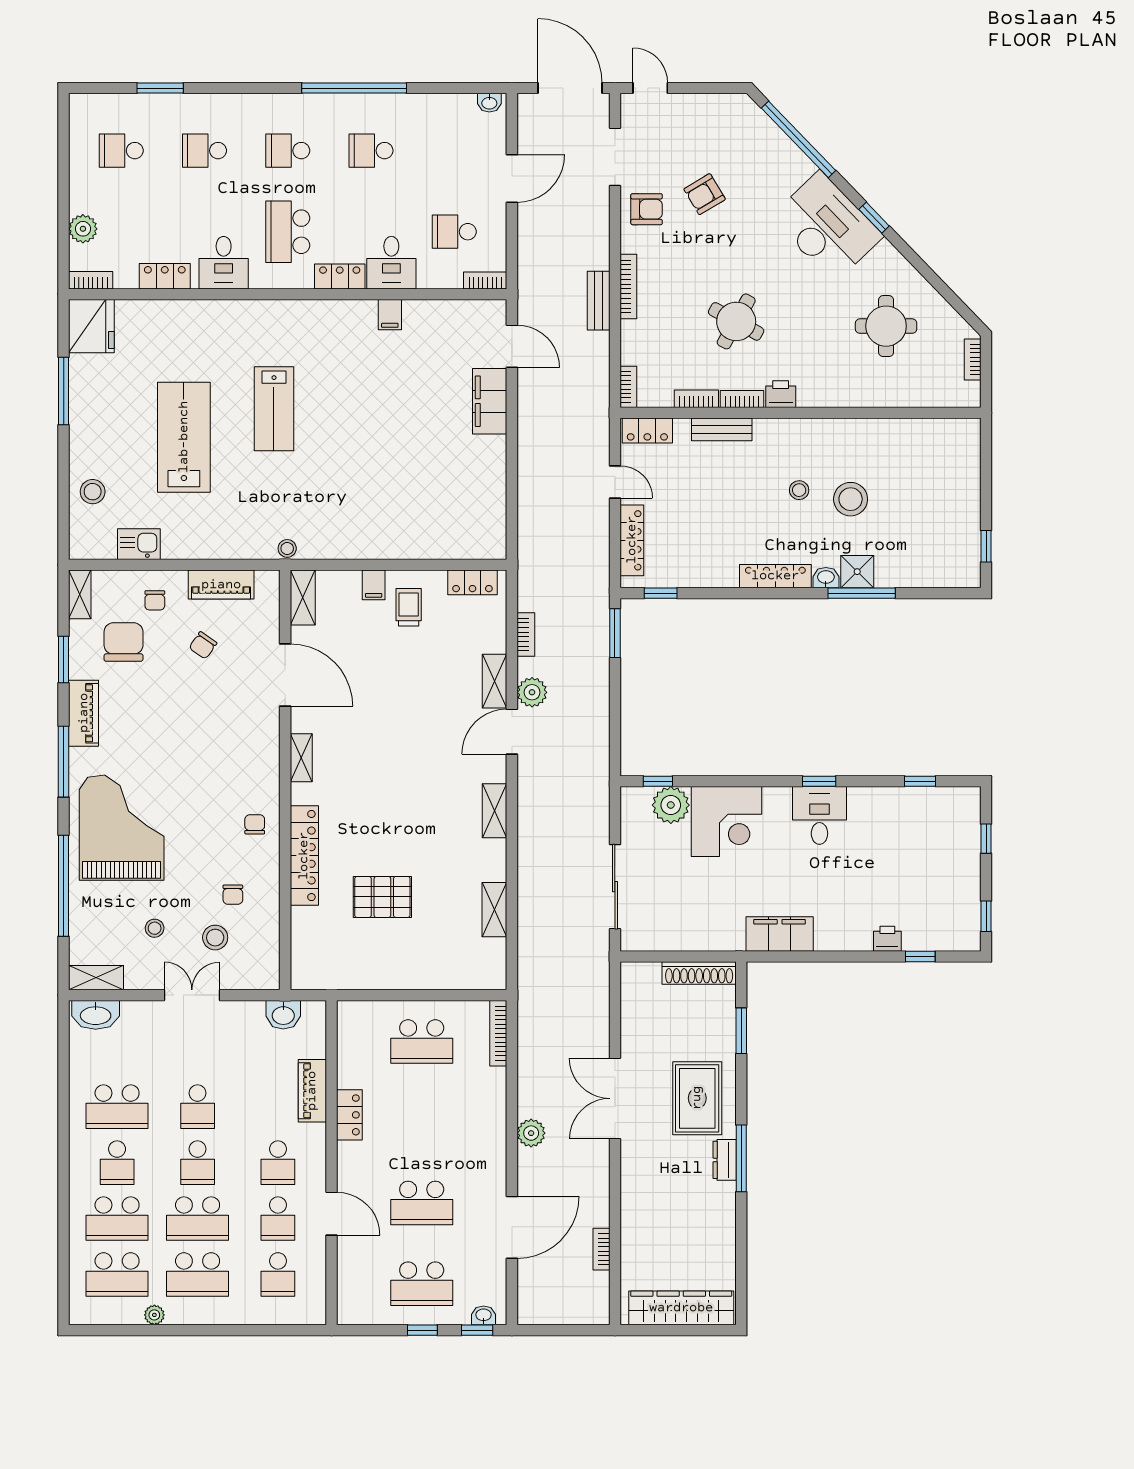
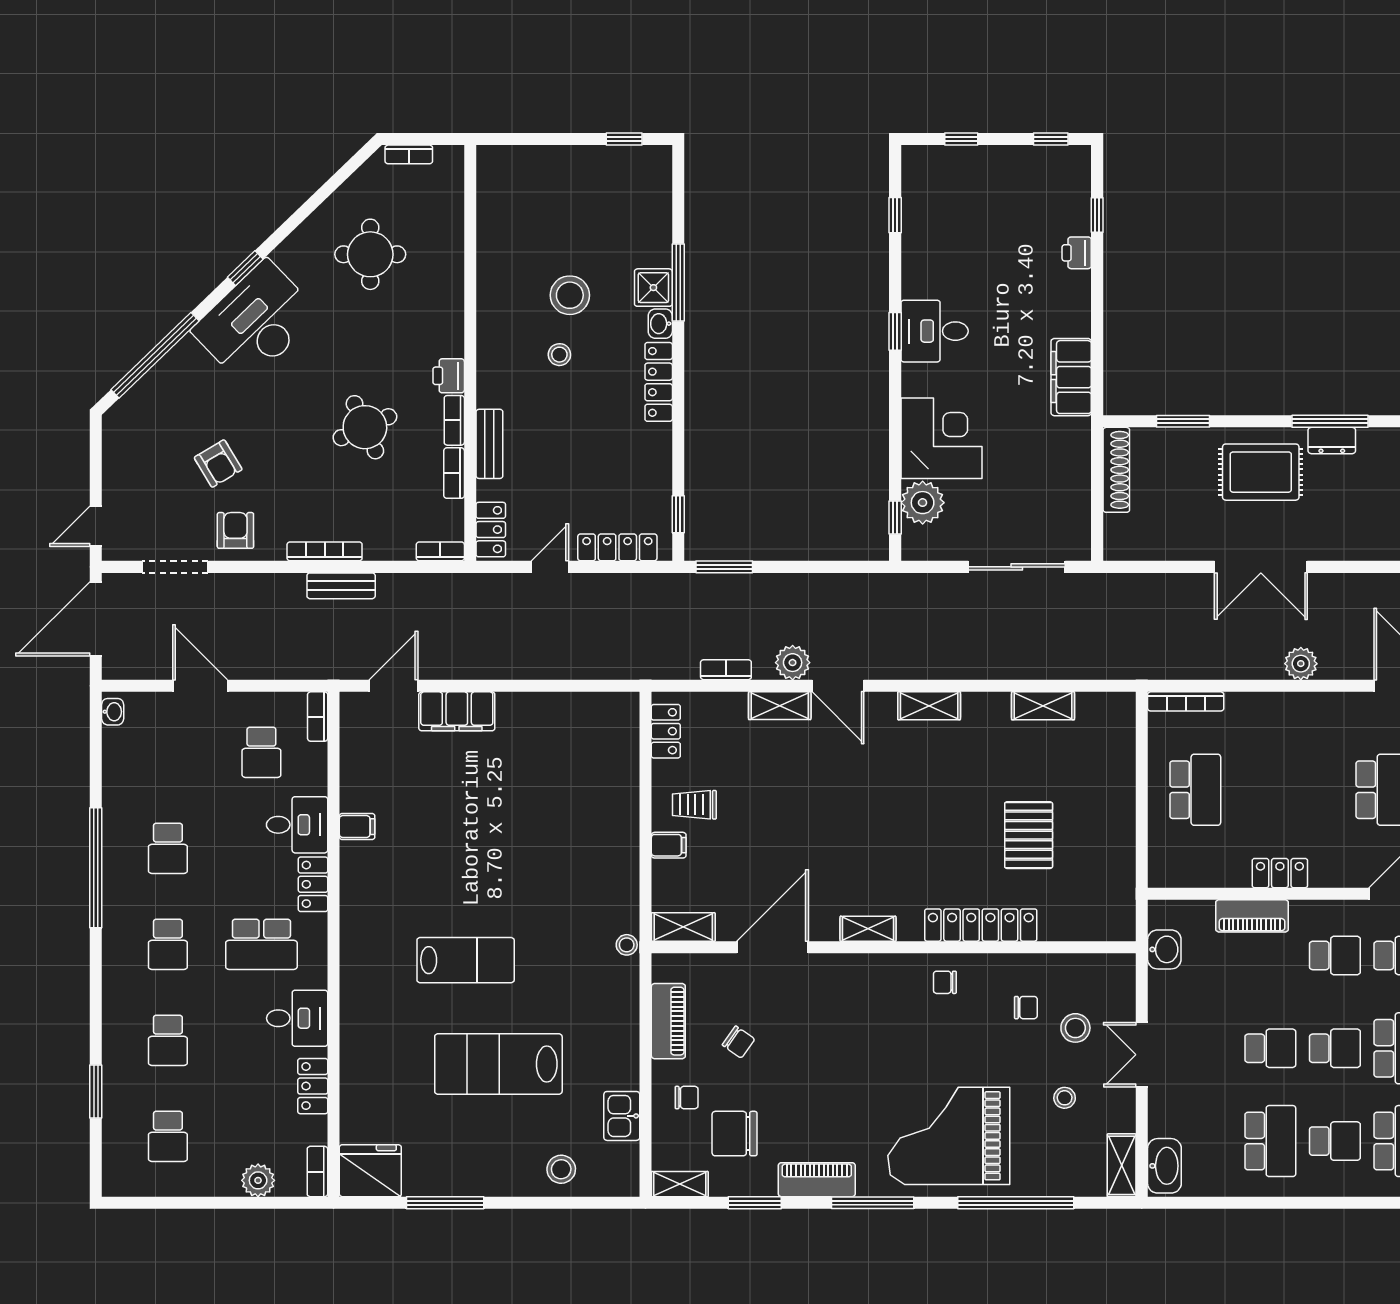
round table: (736, 321) -> (365, 427), turned 37

